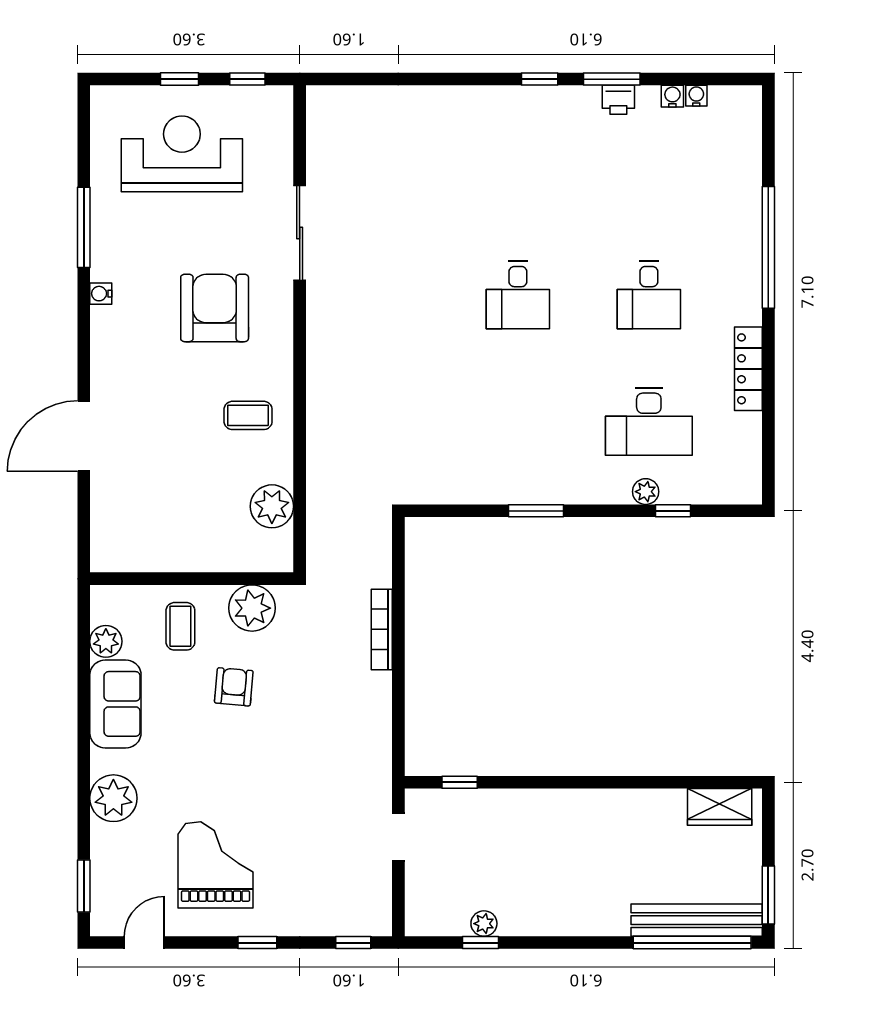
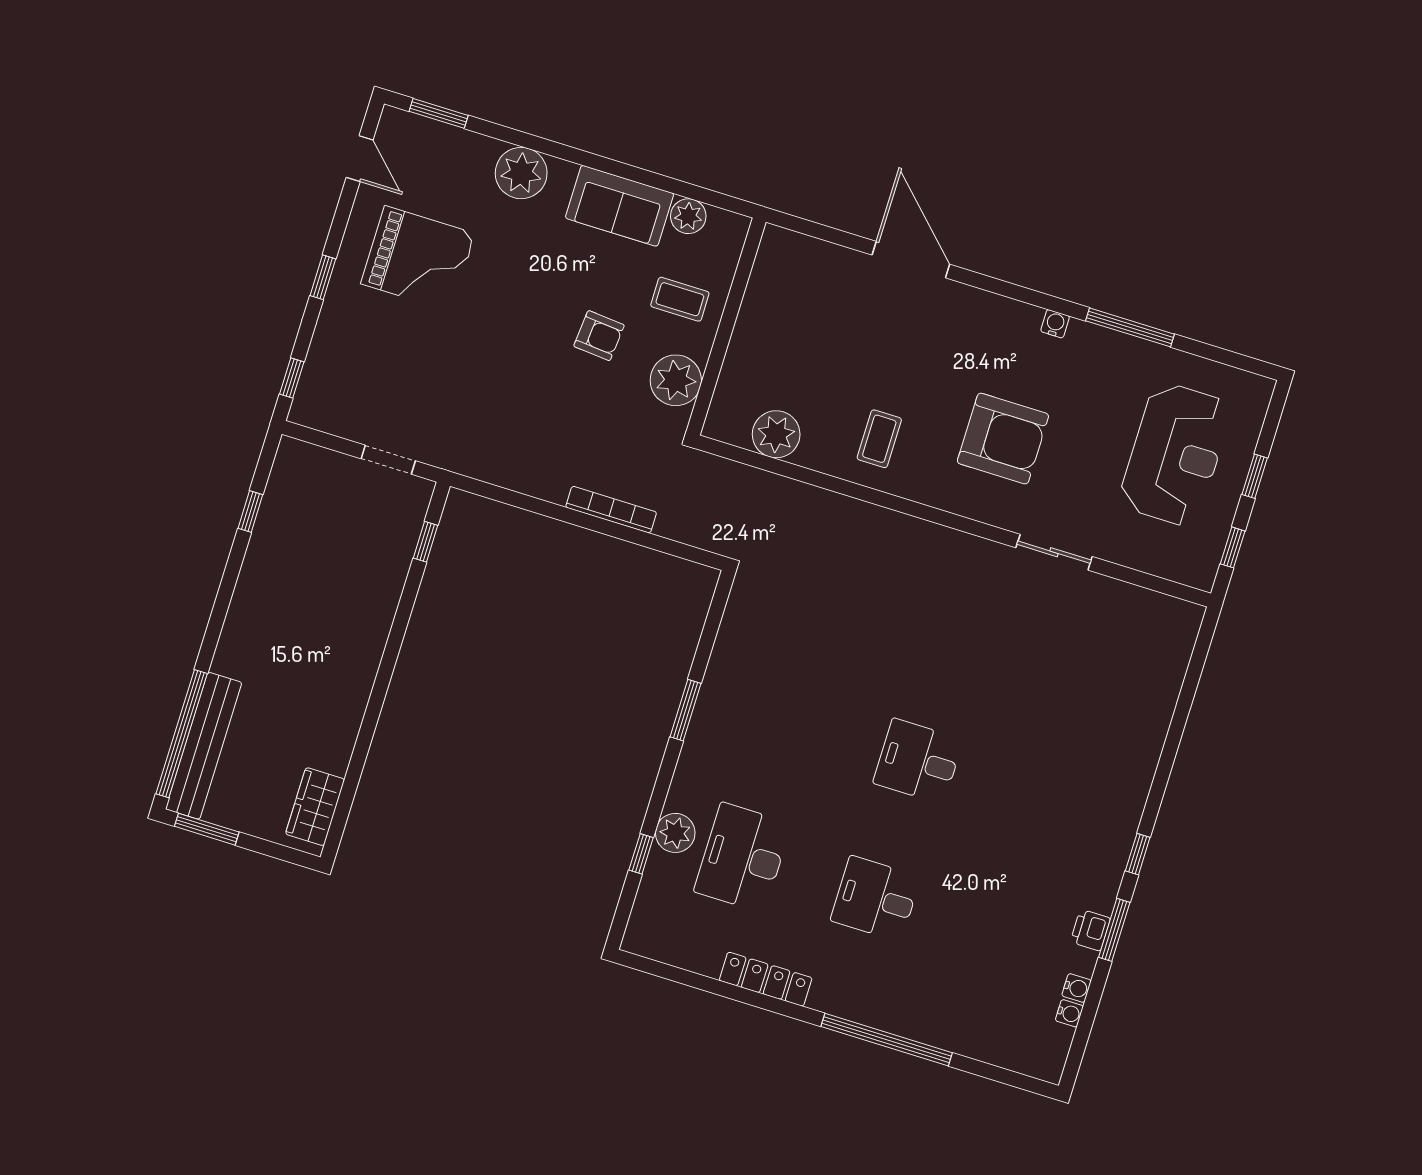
sliding door: (300, 233) -> (1054, 552), width x0.73
plant: (646, 492) -> (675, 833), width x1.38, depth x1.38
plant: (484, 924) -> (269, 521), removed

